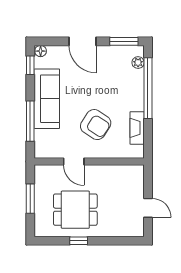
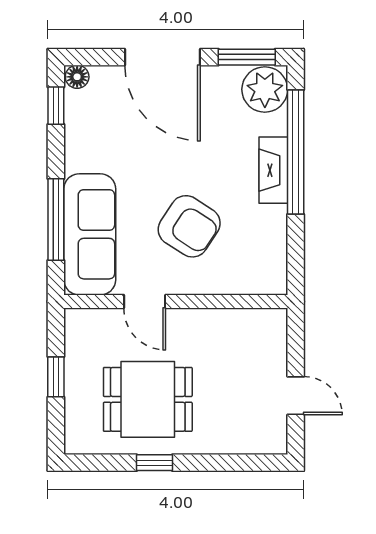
door: (83, 41) -> (162, 57), width x1.36
plant: (138, 63) -> (265, 89), width x1.88, depth x1.88
sofa: (47, 99) -> (90, 234), moved
fireplace: (137, 128) -> (273, 170), moved
window: (30, 199) -> (56, 377), width x0.67

